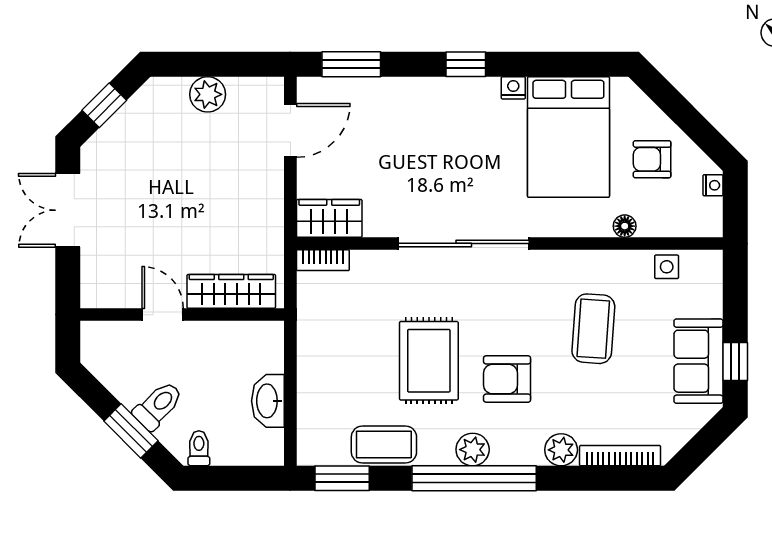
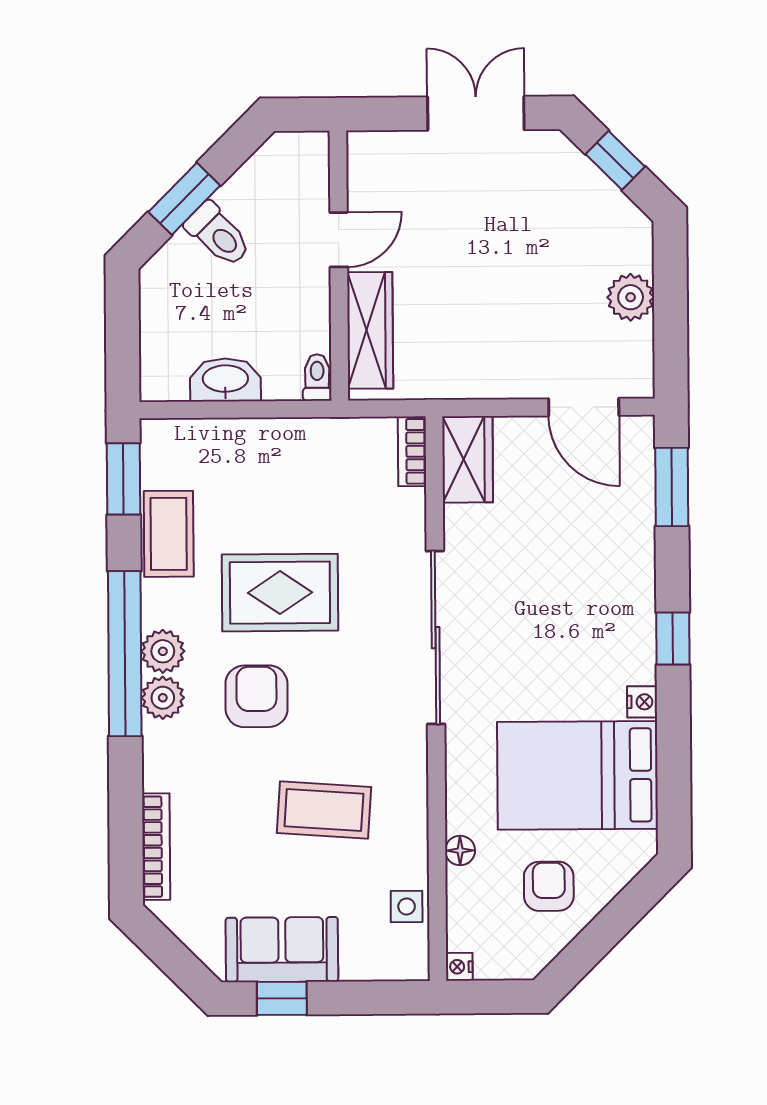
nightstand: (713, 185) -> (459, 967), moved, turned 90
toilet: (199, 448) -> (317, 377), moved, turned -90
plant: (561, 450) -> (163, 698), moved

